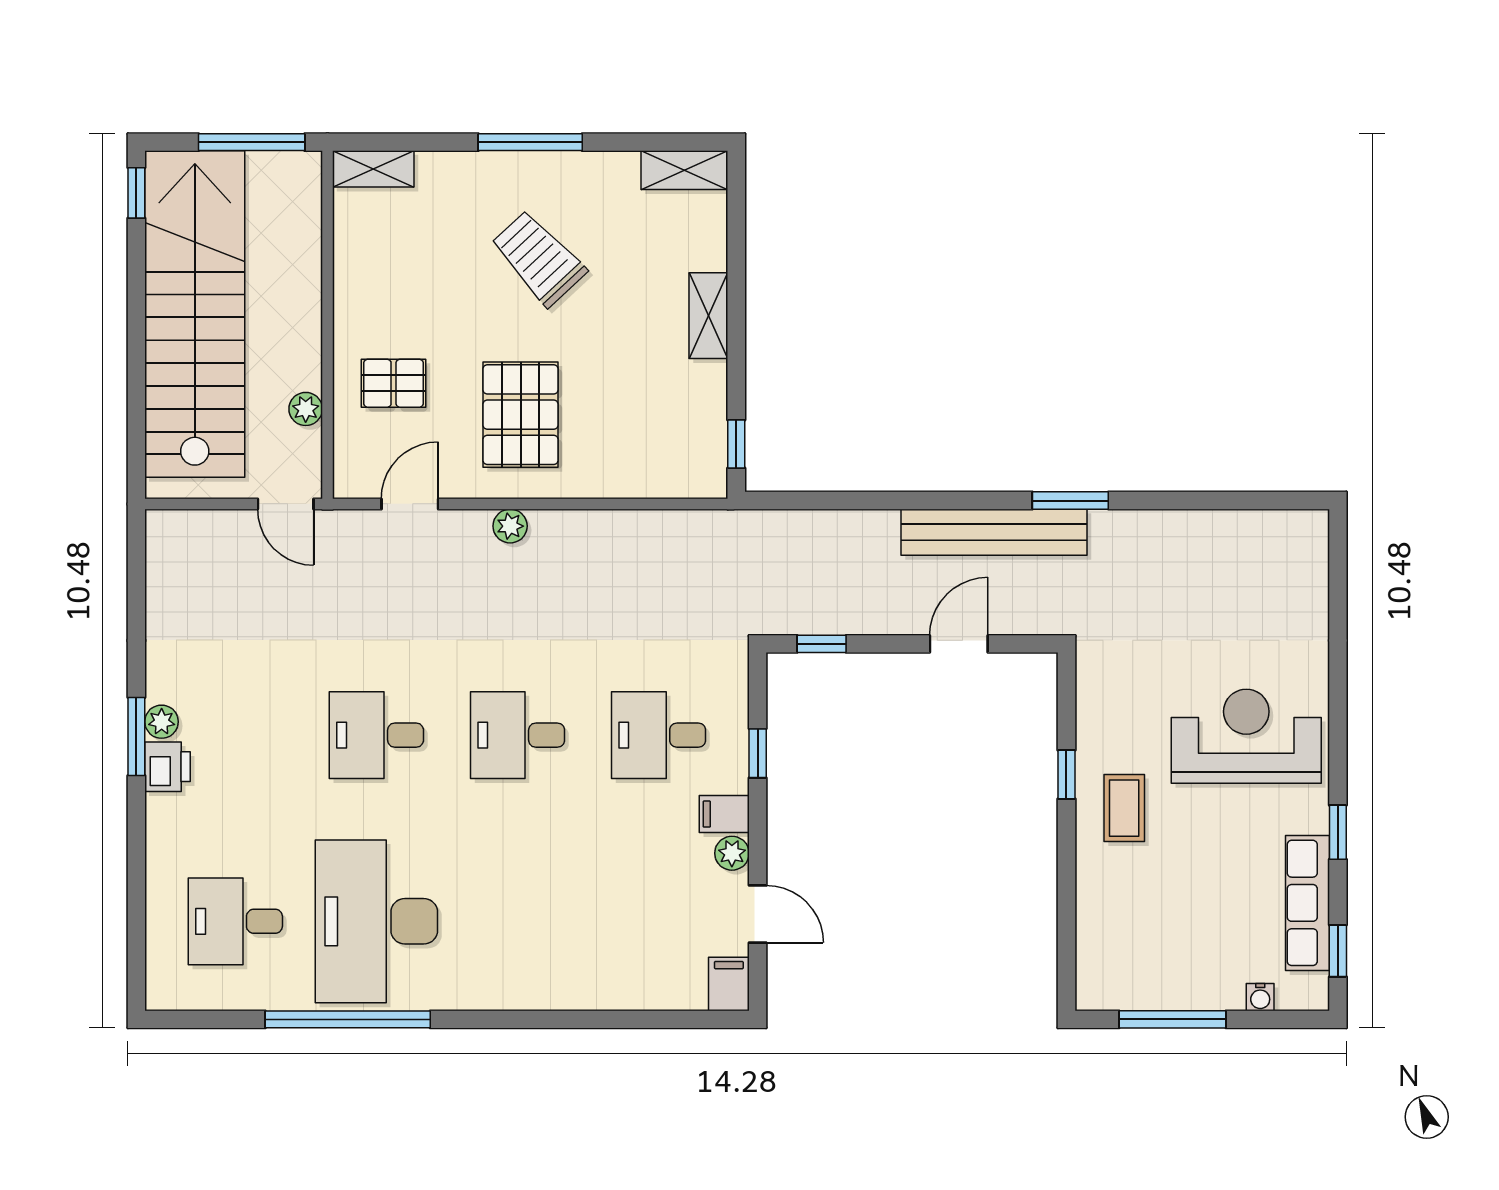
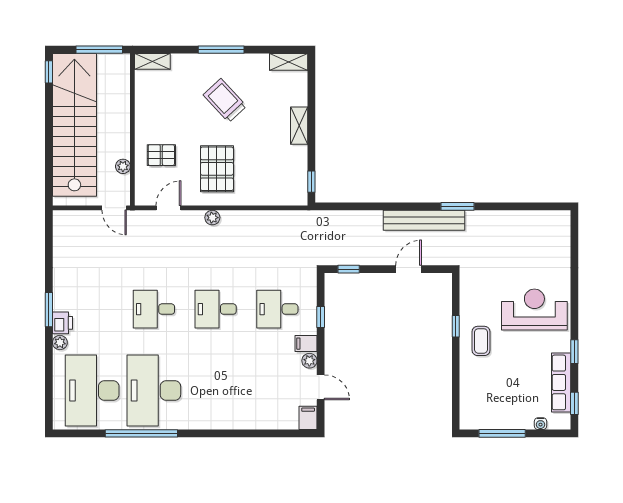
plant: (162, 722) -> (60, 343), moved
desk: (235, 921) -> (92, 390), width x1.87, depth x1.30

